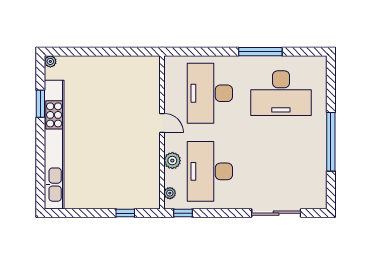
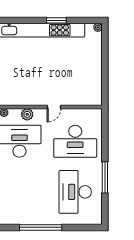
desk: (210, 93) -> (75, 141), turned 180
window: (40, 104) -> (56, 20), moved

